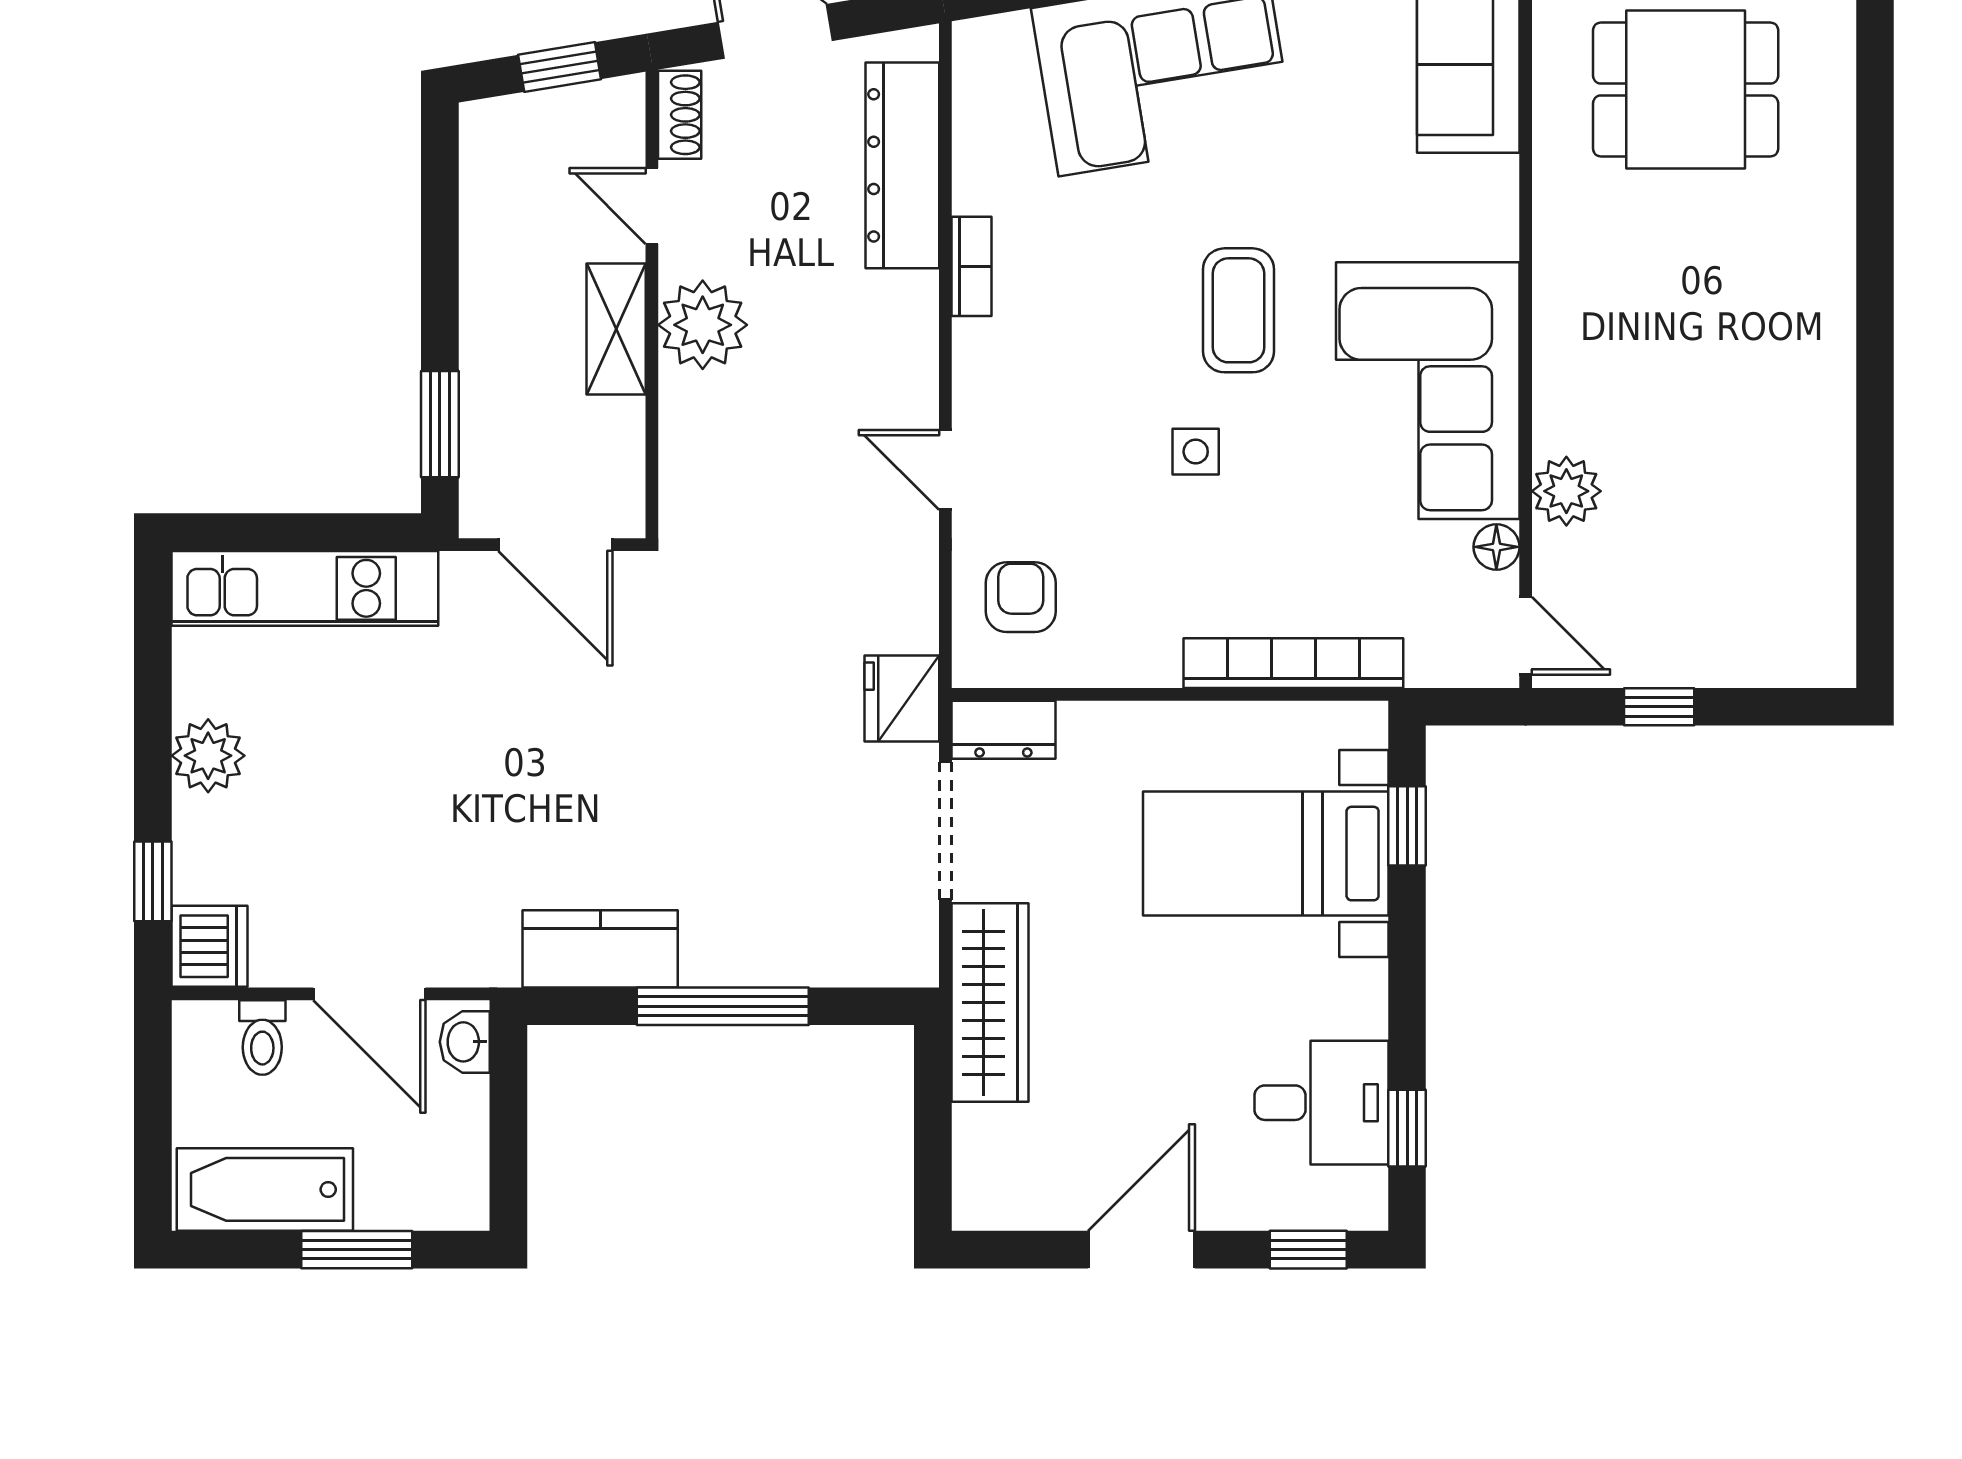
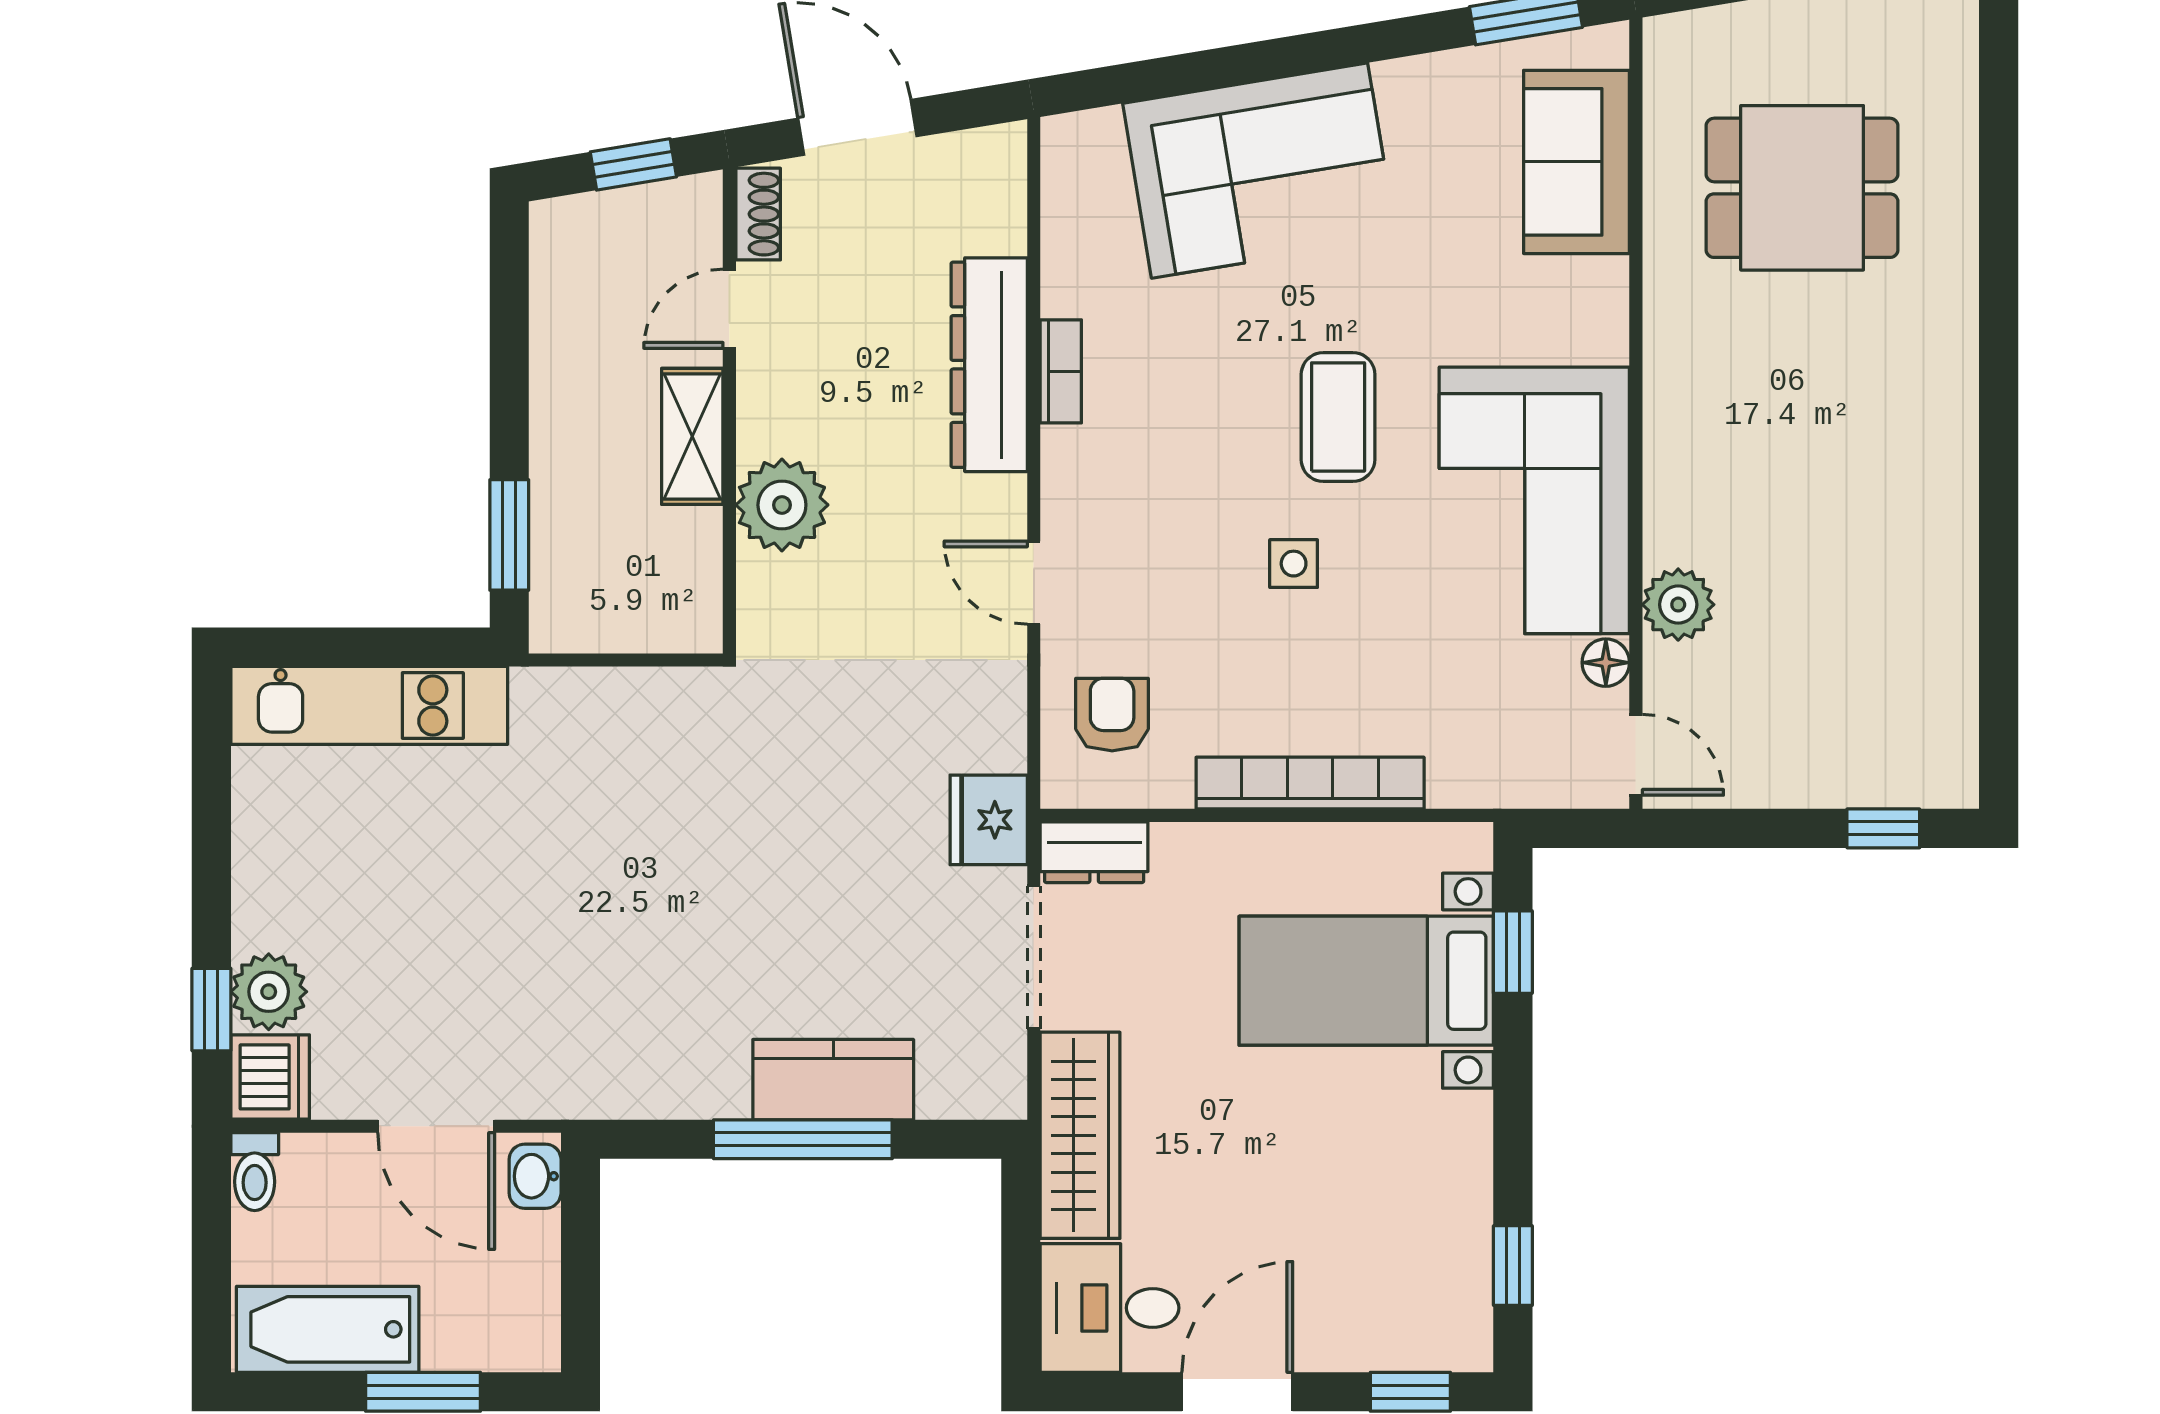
dresser: (902, 165) -> (989, 365), moved
door: (652, 206) -> (729, 309), hinge flipped
plant: (703, 325) -> (782, 505), moved
door: (555, 545) -> (629, 660), removed
bookcase: (1293, 663) -> (1310, 783), moved
window: (1659, 707) -> (1883, 828), moved
plant: (208, 756) -> (269, 992), moved
kitchen counter: (600, 949) -> (833, 1080), moved
toilet: (262, 1038) -> (255, 1172), moved
desk: (1321, 1103) -> (1110, 1308), moved, turned 180

